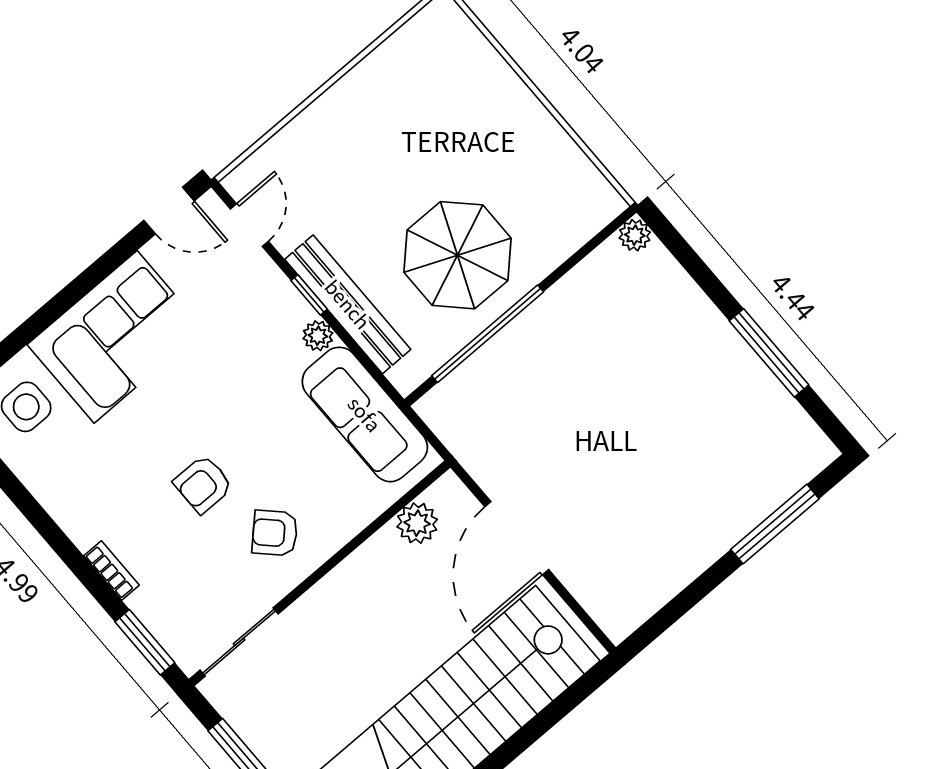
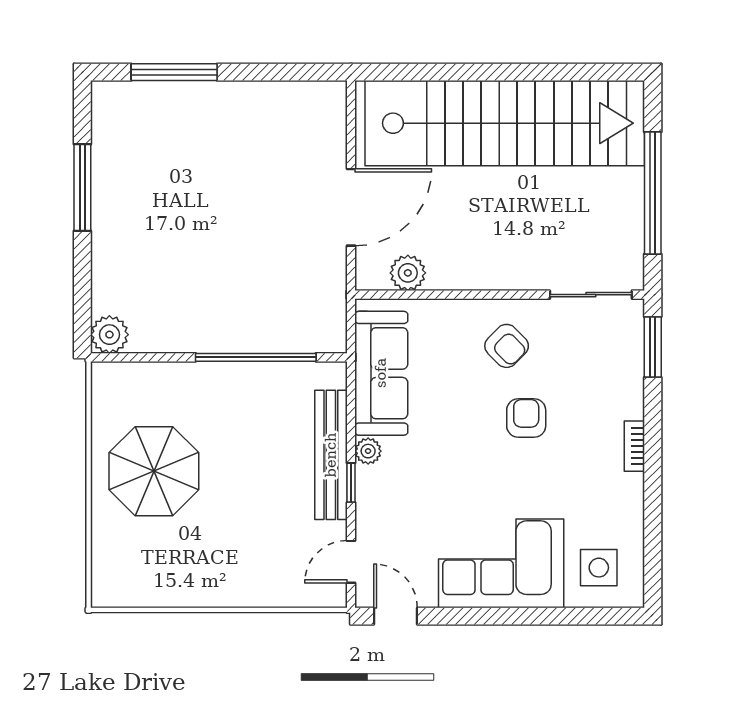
plant: (635, 235) -> (109, 335), width x1.38, depth x1.38
parasol: (457, 255) -> (154, 471), moved
armchair: (203, 484) -> (526, 418), turned -90
bookcase: (111, 570) -> (634, 446), moved

